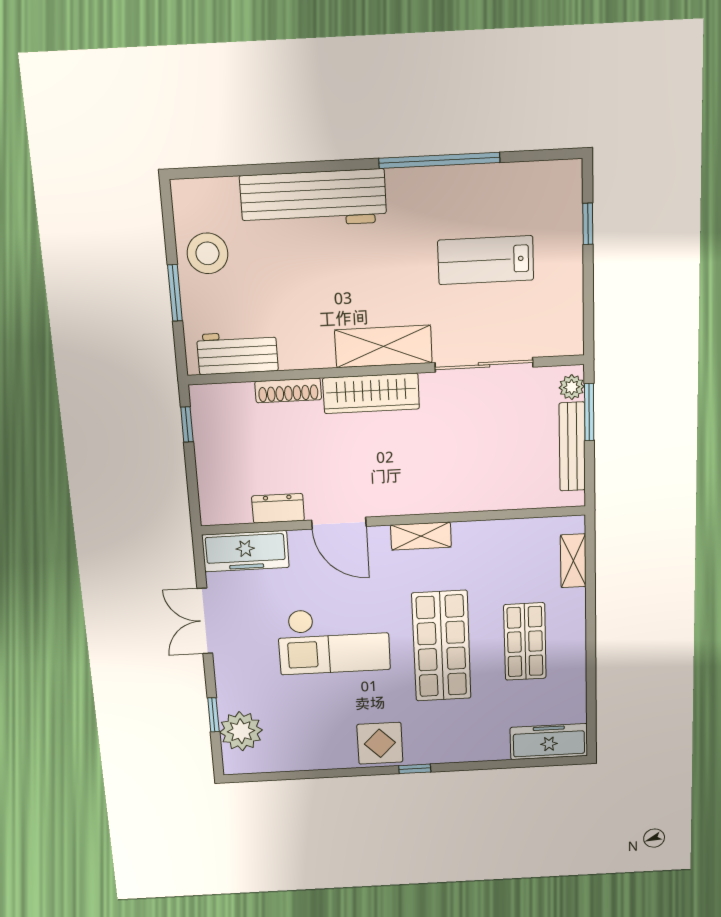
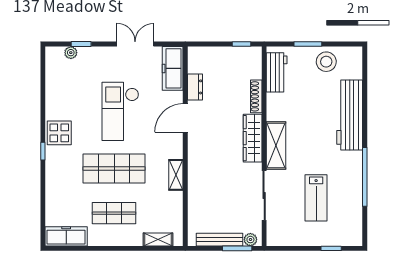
lab bench: (486, 260) -> (316, 198), turned 180
shelving: (421, 536) -> (176, 175), moved
plant: (241, 731) -> (71, 53), width x0.53, depth x0.53
freezer: (549, 742) -> (66, 236), moved, turned -90

